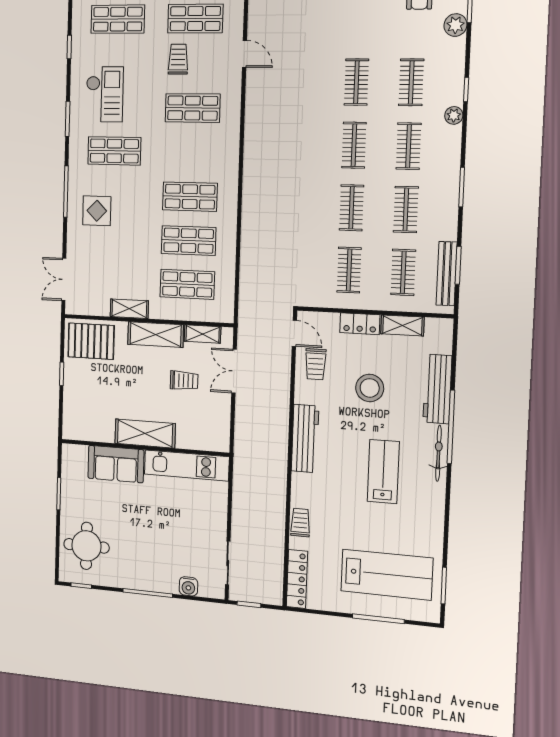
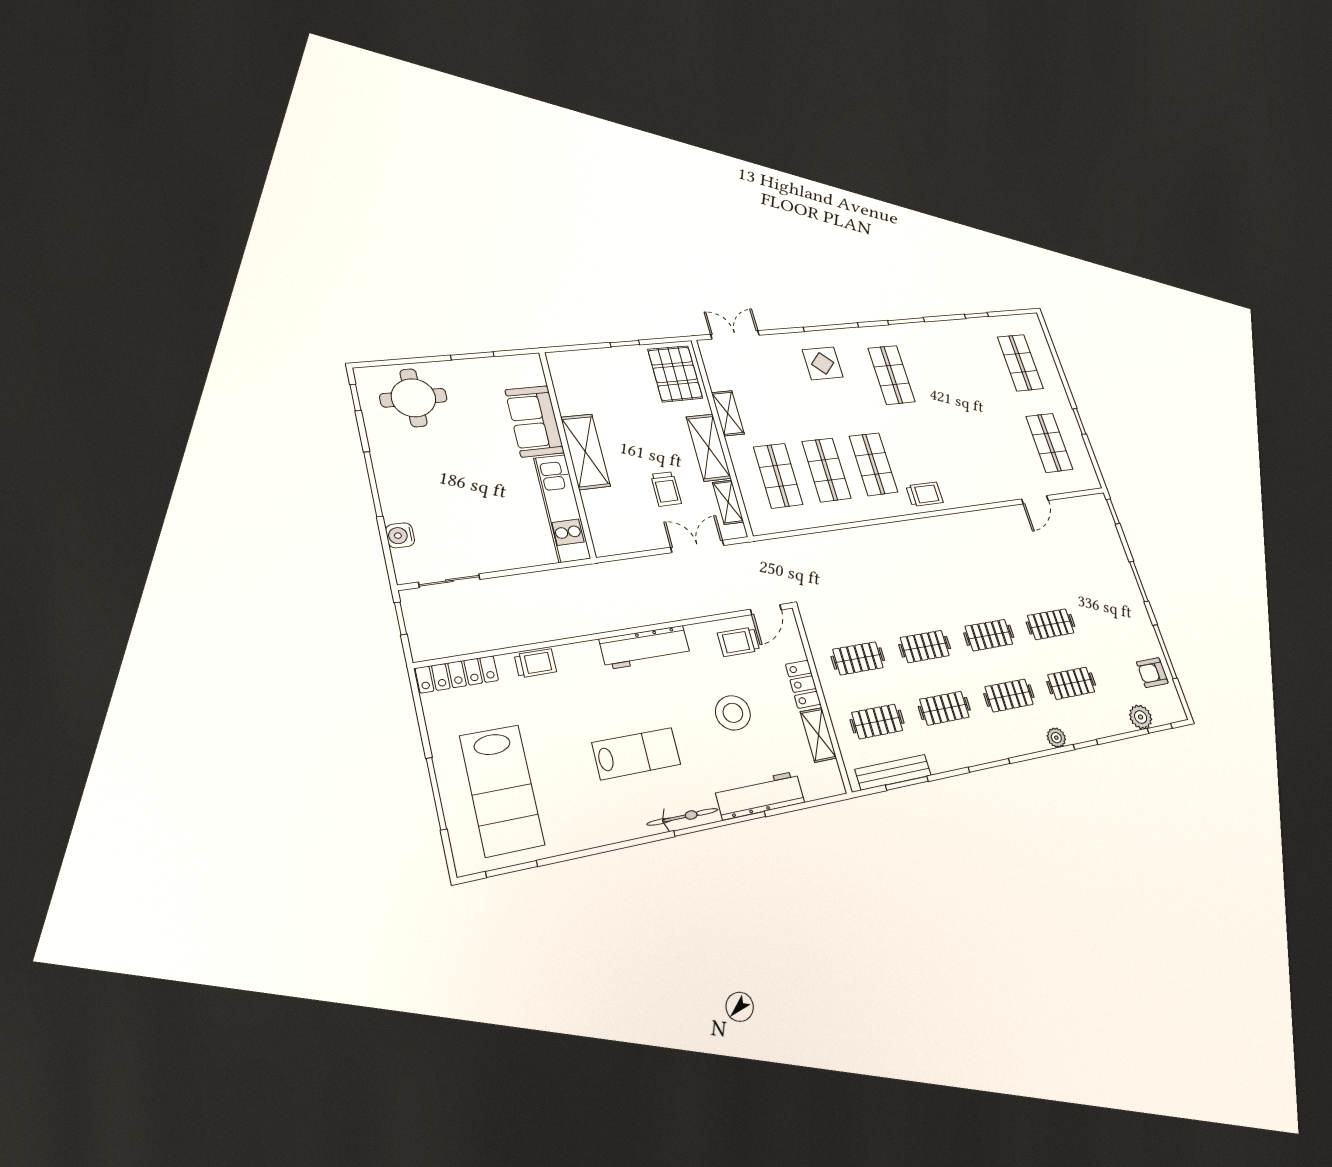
trolley: (178, 59) -> (925, 494), moved
checkout: (105, 94) -> (944, 358), removed
shop shelf: (193, 108) -> (964, 453), removed

